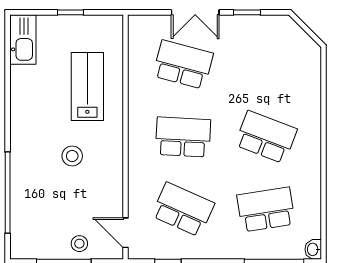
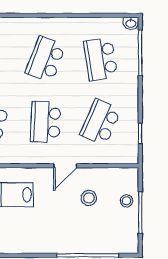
stool: (72, 156) -> (89, 198), moved
door: (125, 233) -> (65, 166), moved

